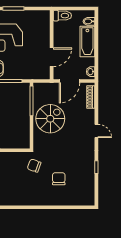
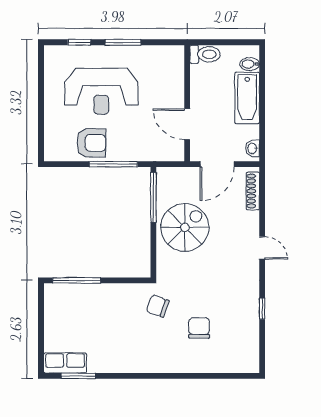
door: (52, 57) -> (187, 124), swing flipped

